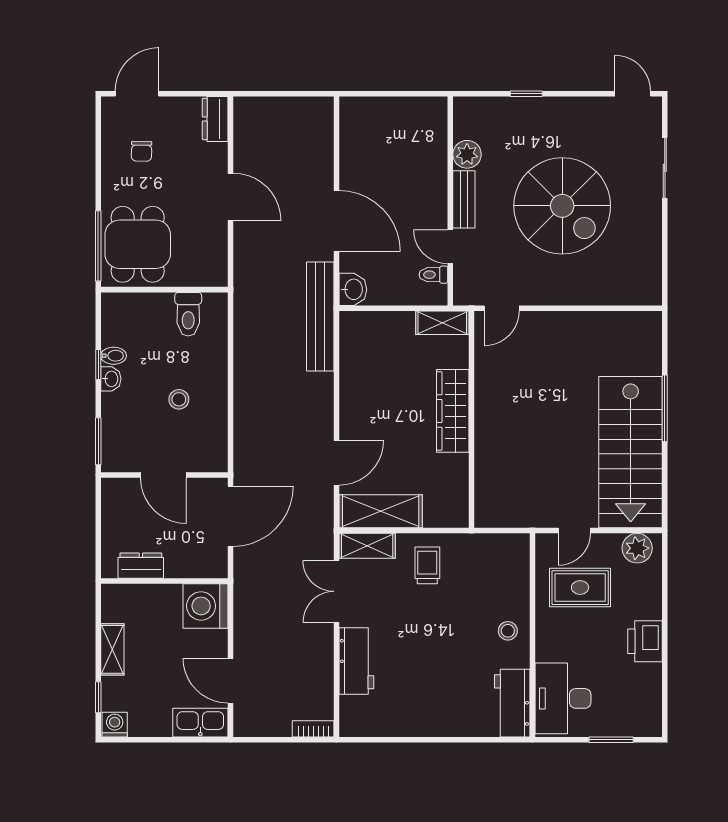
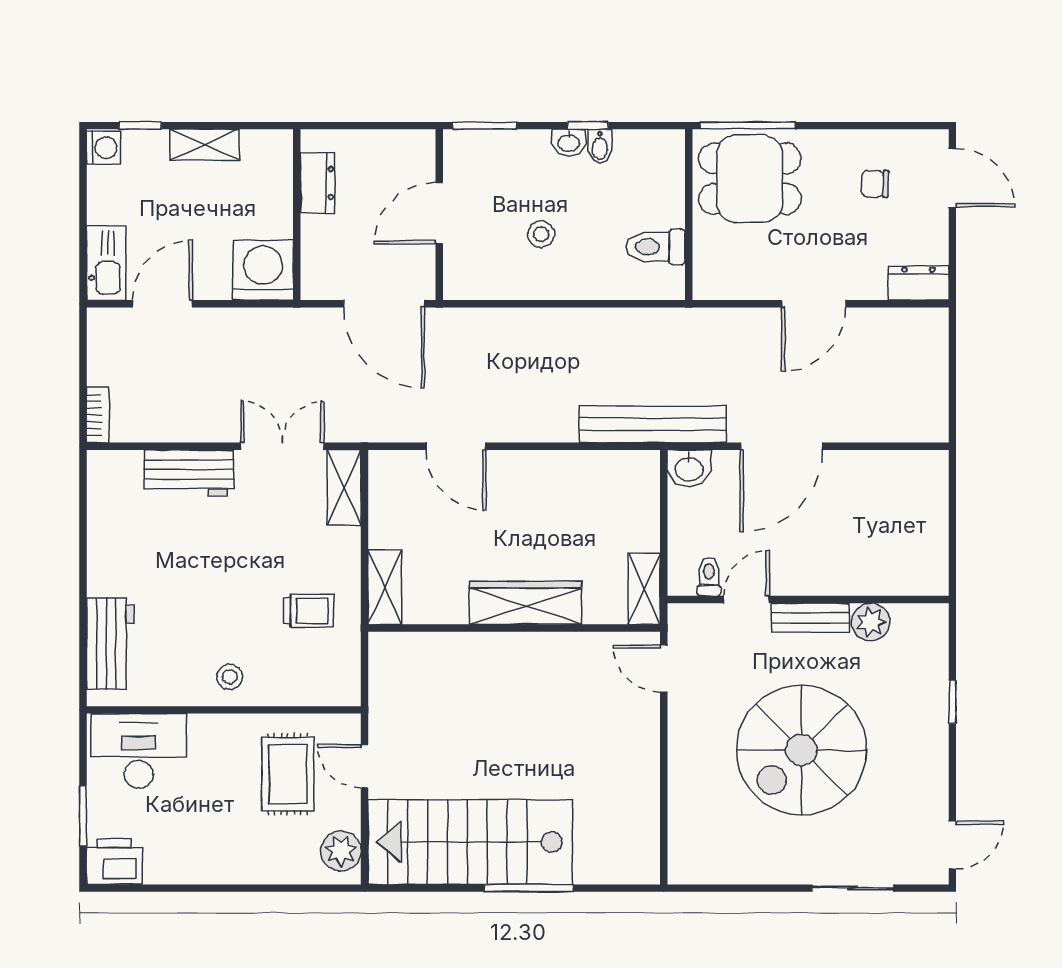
shelving: (381, 511) -> (385, 587), moved, width x0.67, depth x0.75
trolley: (427, 565) -> (309, 611), moved
printer: (645, 641) -> (114, 861), moved
workbench: (512, 703) -> (110, 644), moved, turned 90

